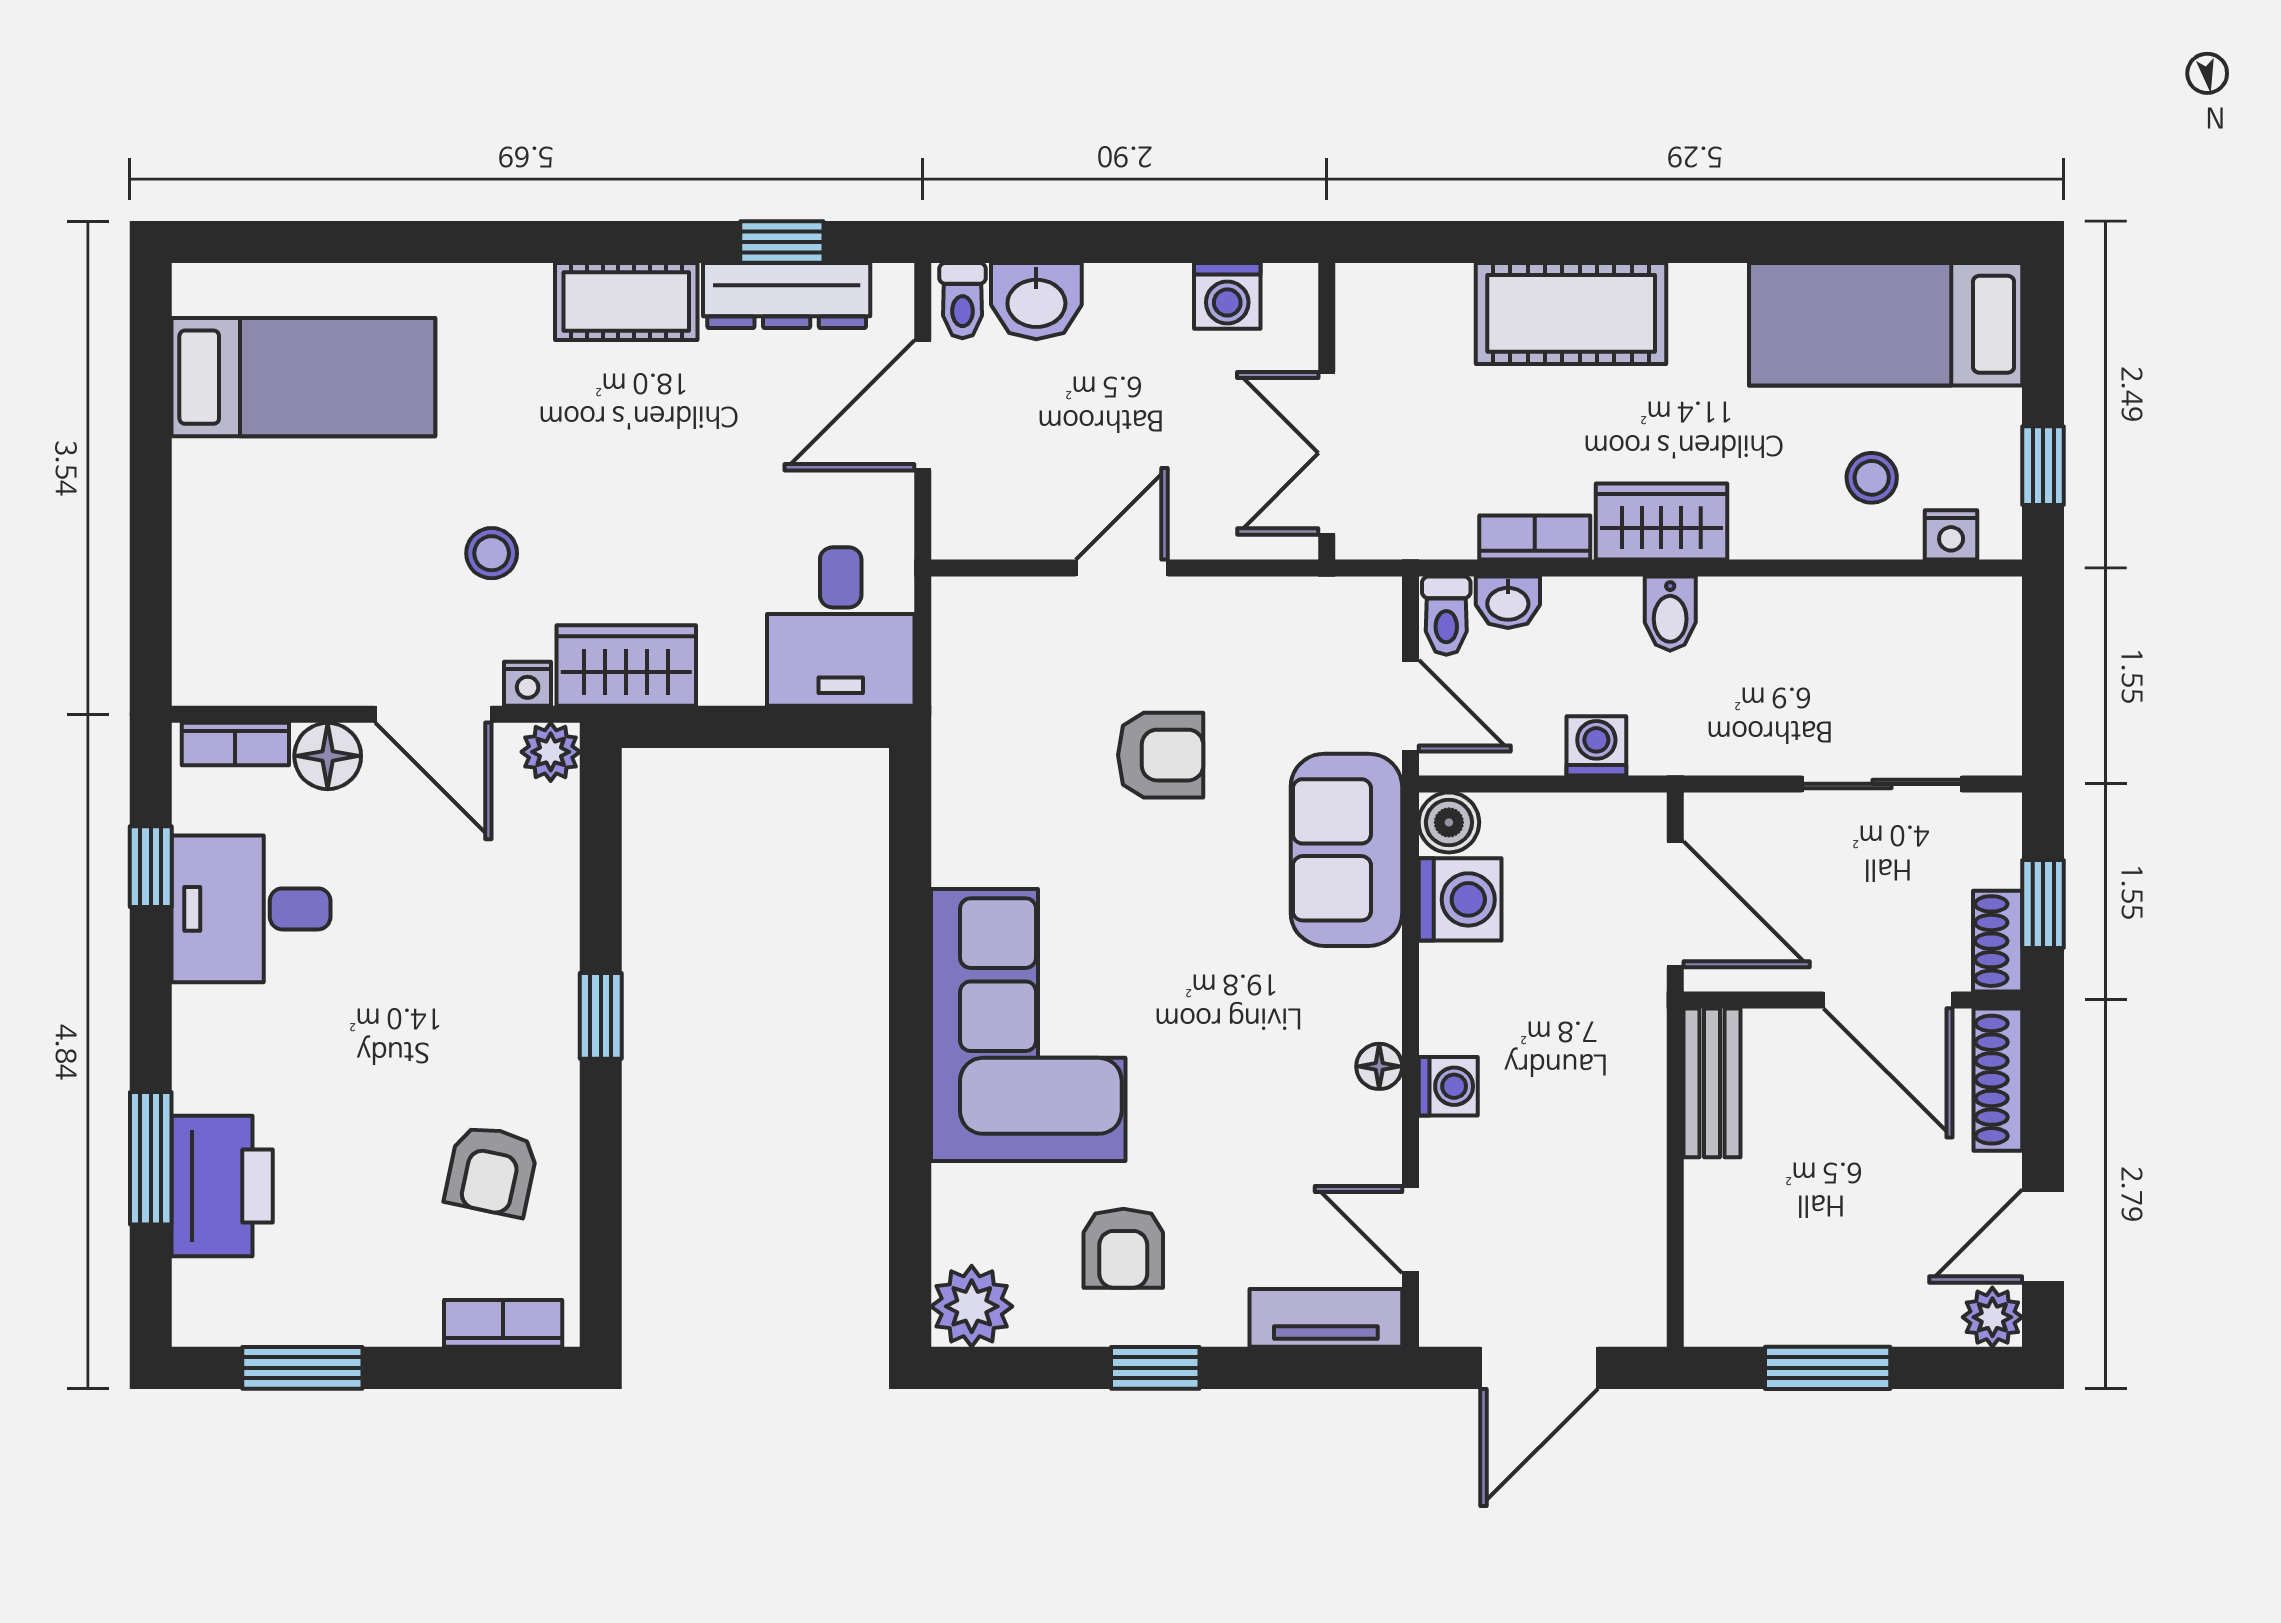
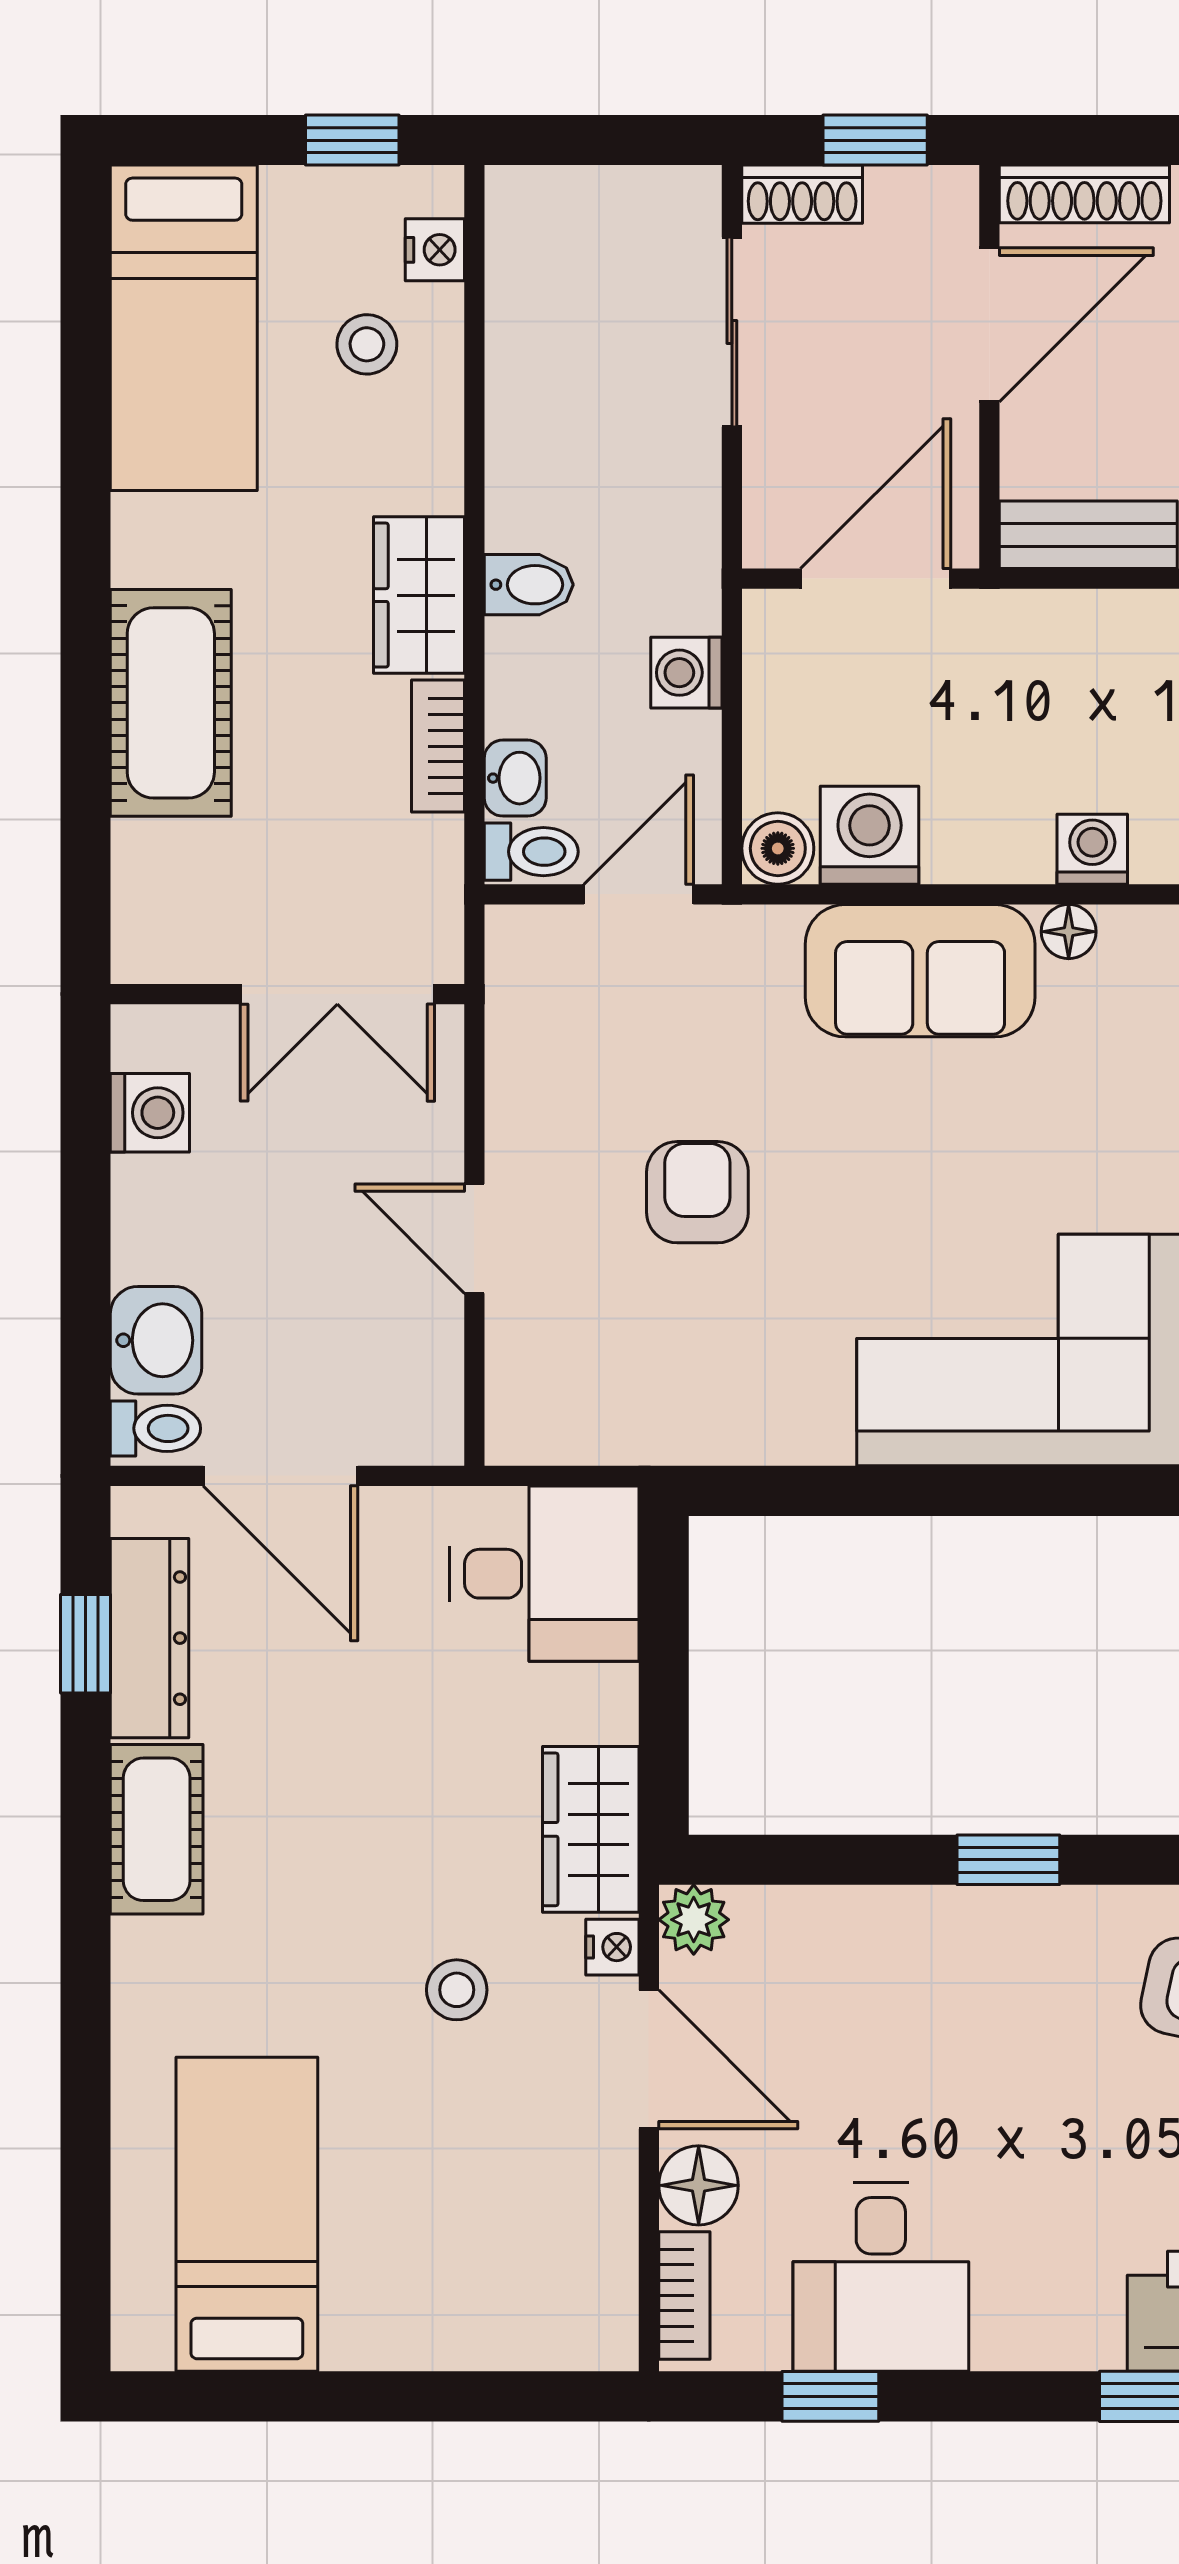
door: (433, 714) -> (649, 2059), hinge flipped
sofa: (1346, 850) -> (920, 971), moved
shoe rack: (1998, 941) -> (802, 194), moved

